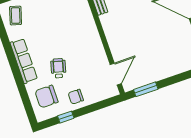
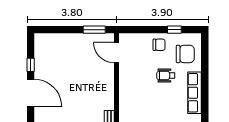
wheelchair: (58, 68) -> (166, 76), turned 75
door: (116, 74) -> (116, 53), hinge flipped

